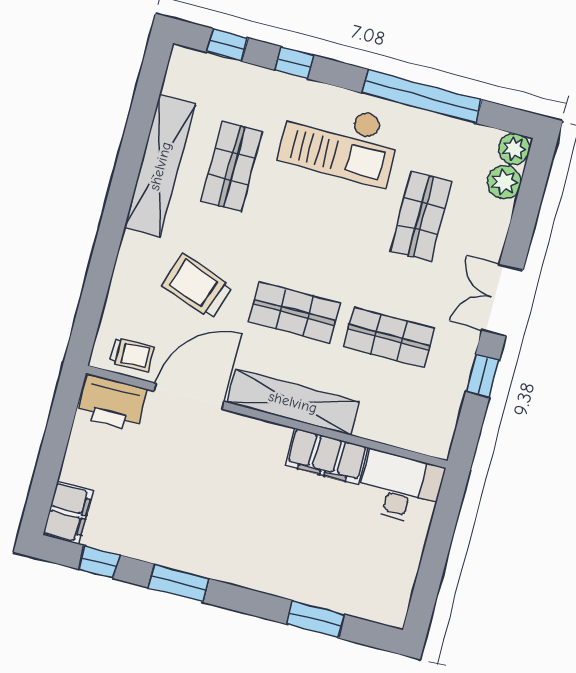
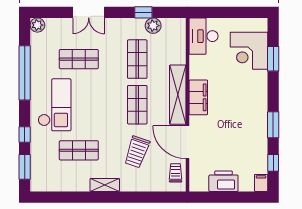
window: (227, 45) -> (25, 167), width x1.50
shelving: (160, 166) -> (105, 185), width x0.45, depth x0.75
plant: (504, 182) -> (153, 26), moved
double door: (503, 300) -> (89, 12), moved
printer: (112, 403) -> (223, 181), moved, turned -90
filing cabinet: (326, 456) -> (198, 97), moved
filing cabinet: (68, 513) -> (261, 183), width x0.50
corner desk: (345, 574) -> (249, 51), added

